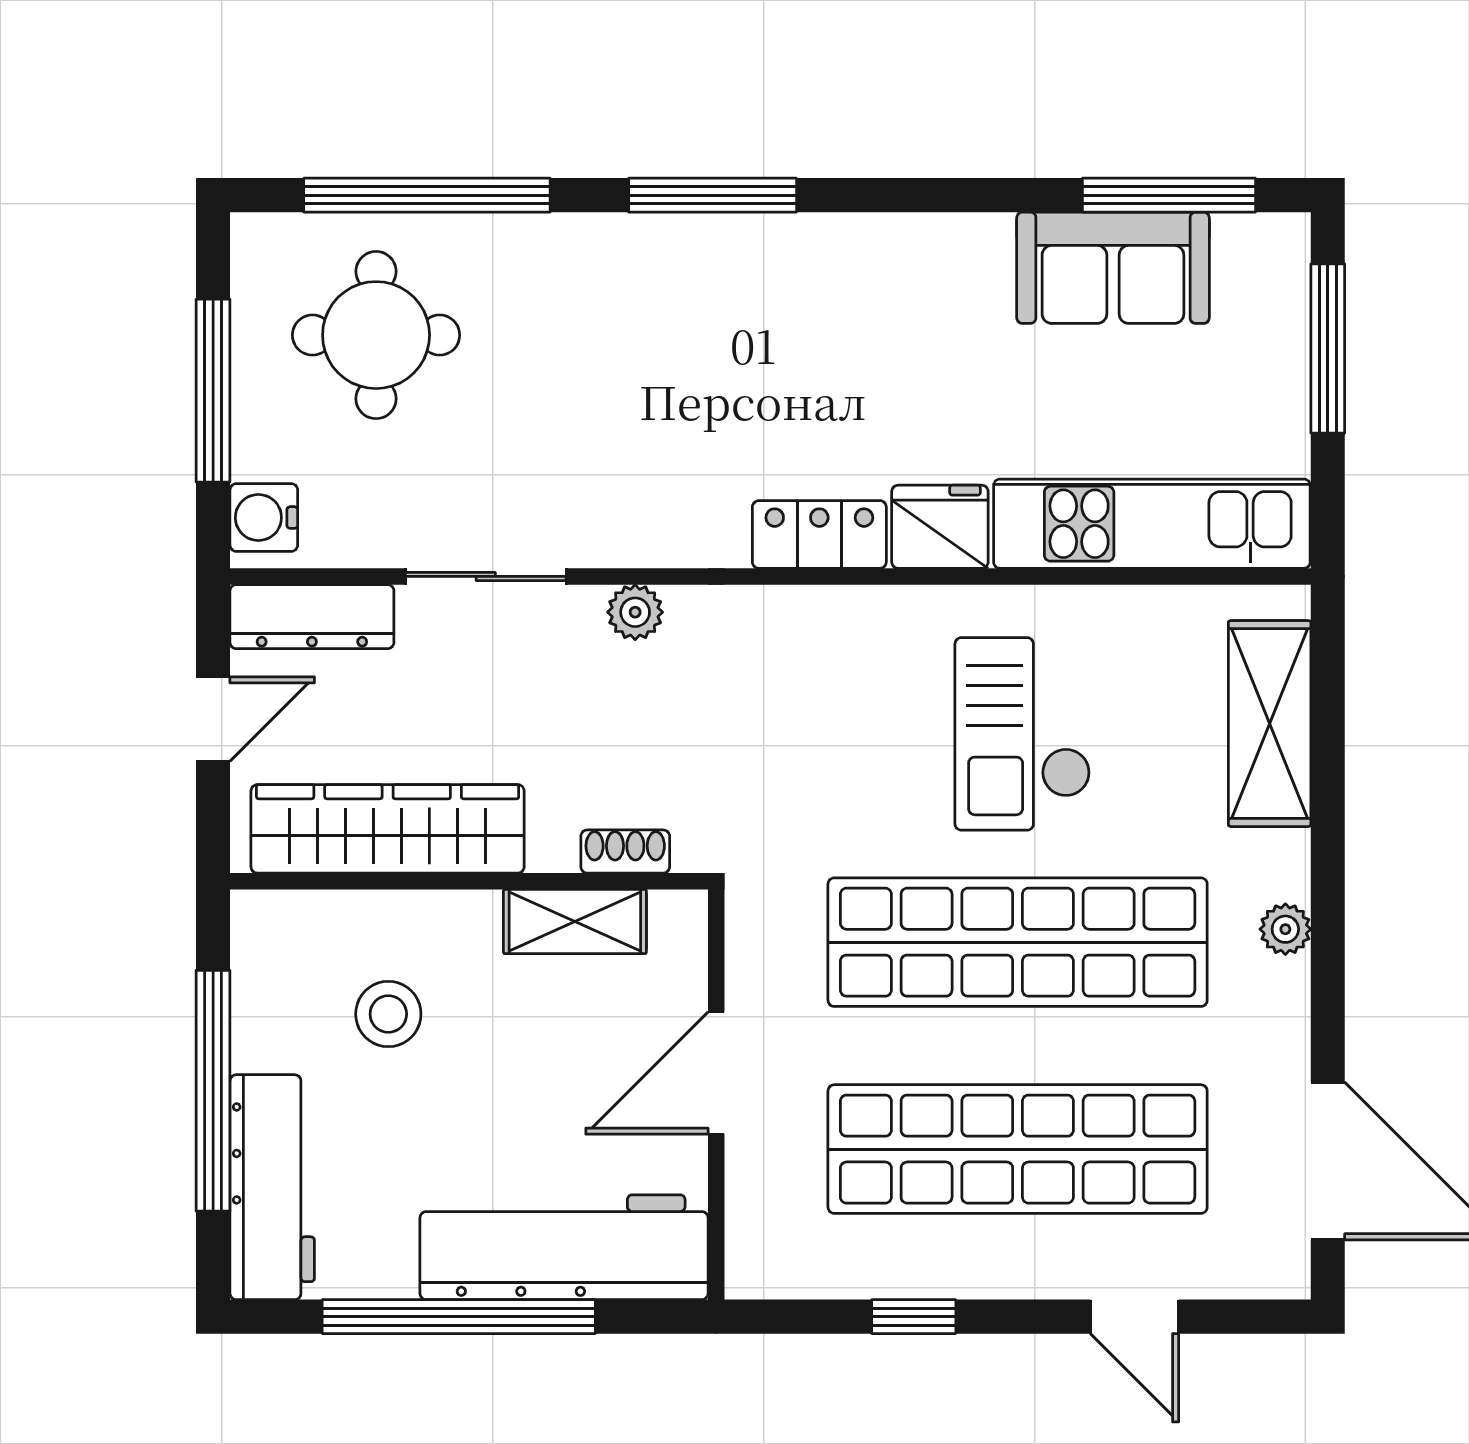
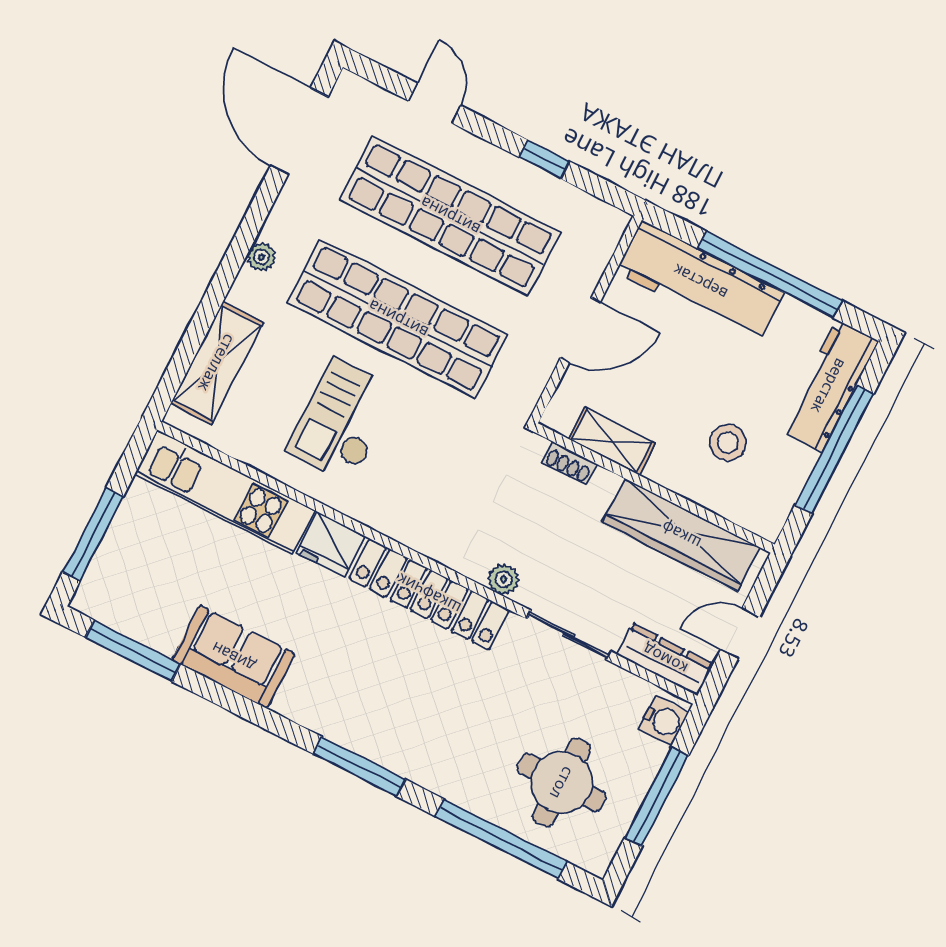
sofa: (1113, 268) -> (233, 657), moved
locker: (819, 534) -> (429, 594), width x2.16, depth x1.21
checkout: (1023, 734) -> (342, 421), turned 180

